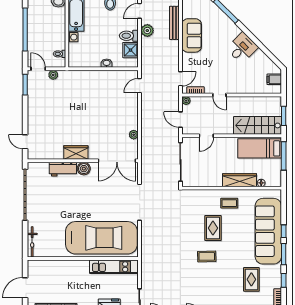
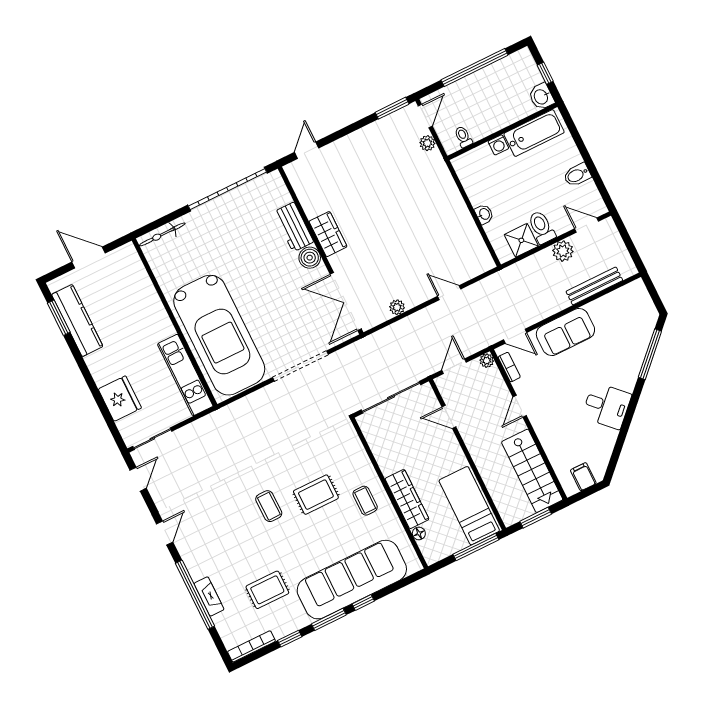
sofa: (192, 35) -> (565, 332), moved
door: (140, 86) -> (449, 293), moved
stairs: (258, 125) -> (532, 471), moved, turned 180

